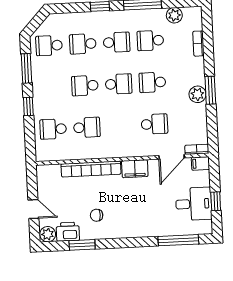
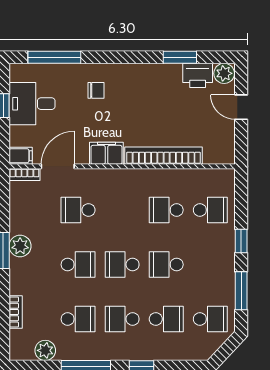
school desk: (85, 86) -> (166, 265), turned 180
chair: (97, 215) -> (96, 90), moved

